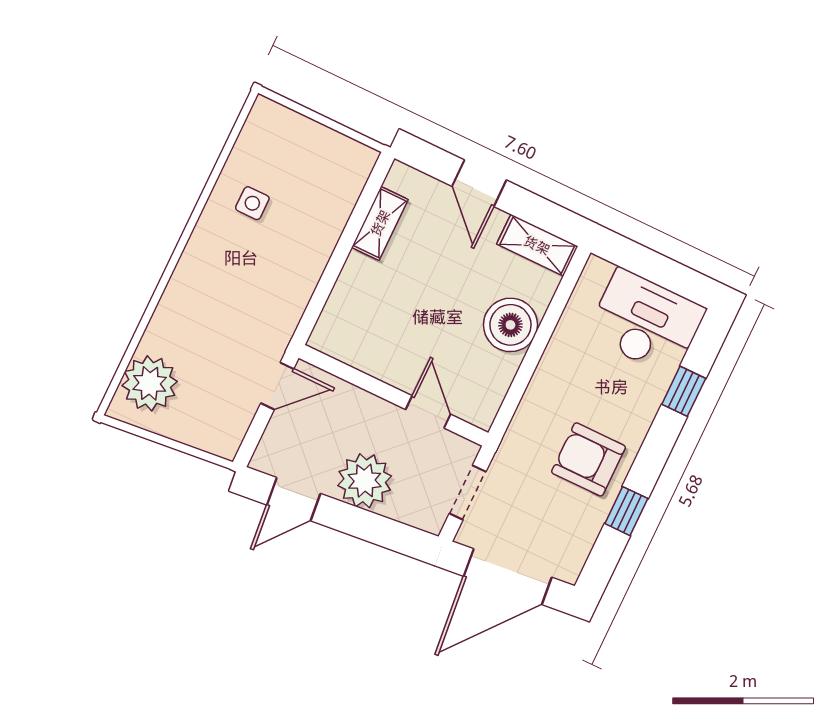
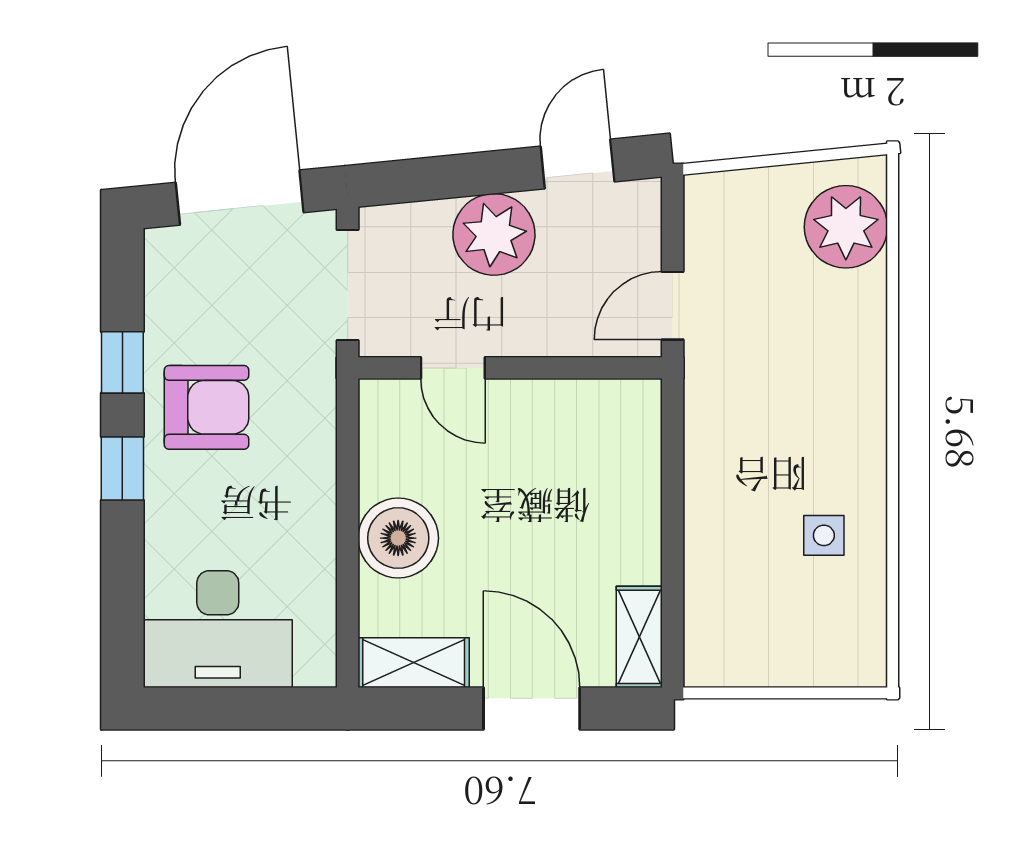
door: (479, 183) -> (532, 708), width x1.38
shelving: (380, 223) -> (639, 637), moved
window: (684, 391) -> (122, 468), moved
doorway: (468, 493) -> (348, 285), width x1.38

